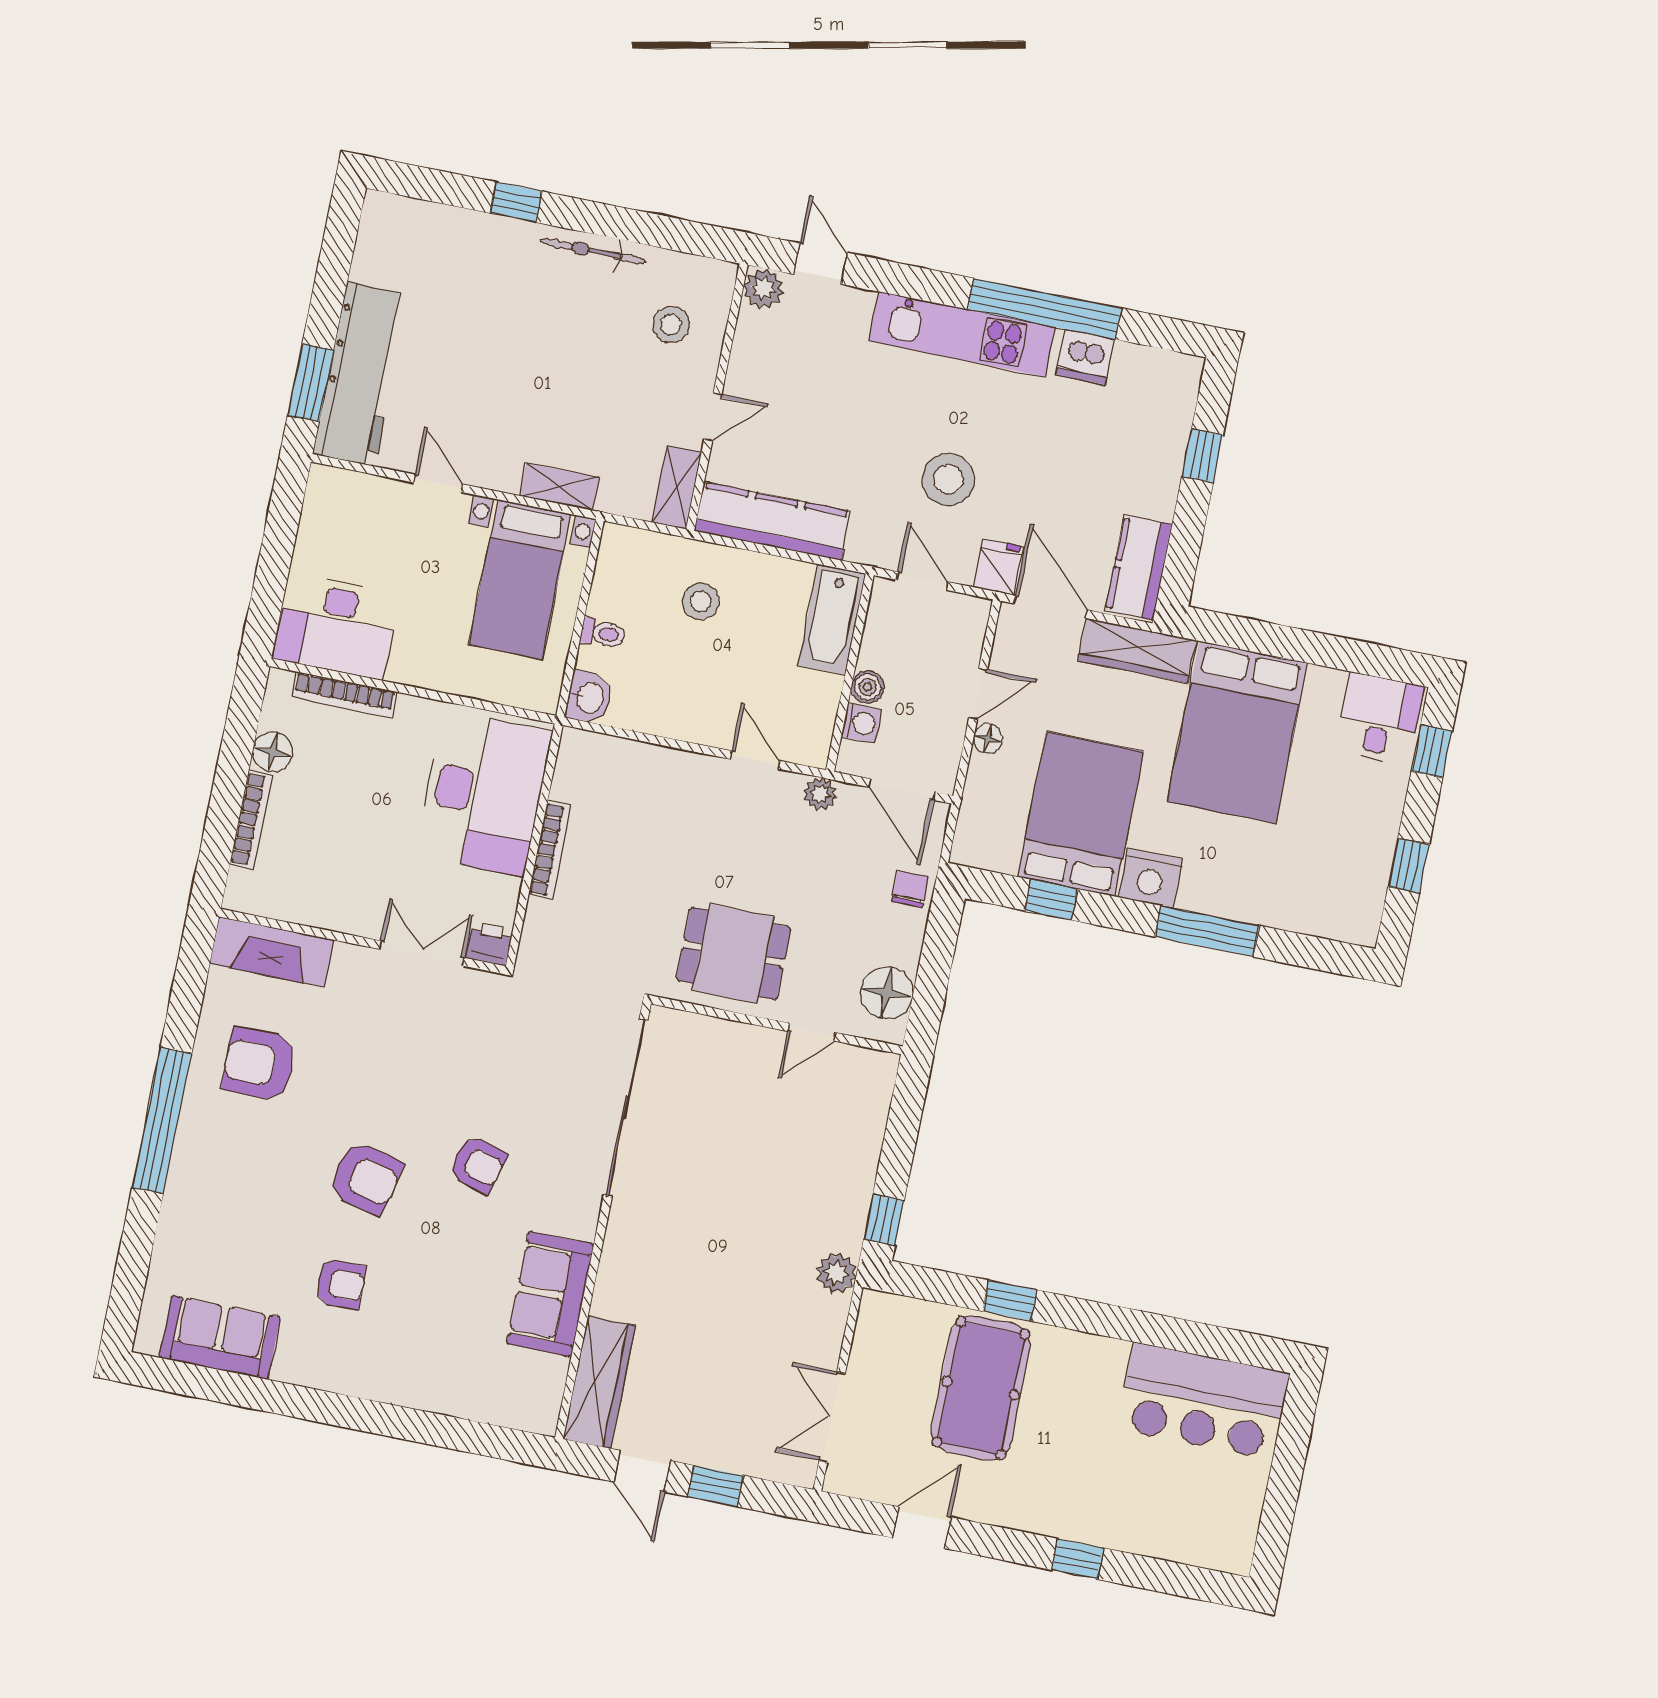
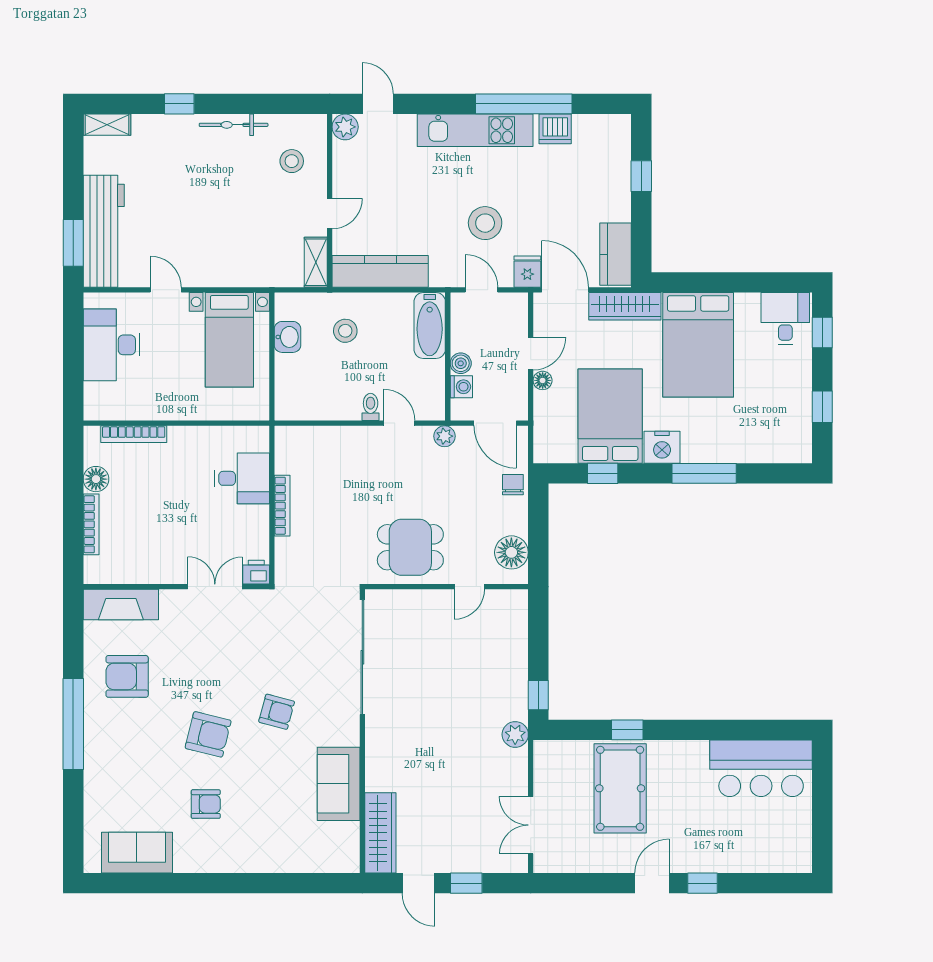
shelving: (559, 487) -> (107, 125), moved
desk: (337, 626) -> (112, 345), moved, turned 90
toilet: (603, 633) -> (371, 407), moved, turned -90
washbasin: (589, 697) -> (288, 337), moved
desk: (484, 793) -> (242, 478), width x0.53, depth x0.77
door: (922, 1528) -> (652, 883), moved

